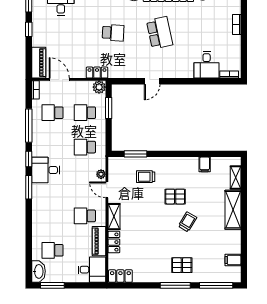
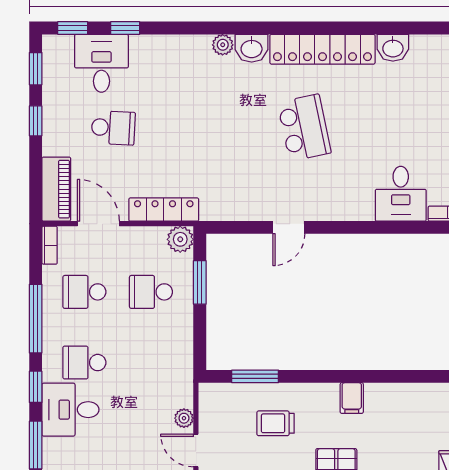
school desk: (113, 33) -> (113, 128), moved
locker: (97, 73) -> (164, 210), width x1.53
school desk: (85, 147) -> (84, 363), moved
filing cabinet: (205, 164) -> (352, 398), moved

